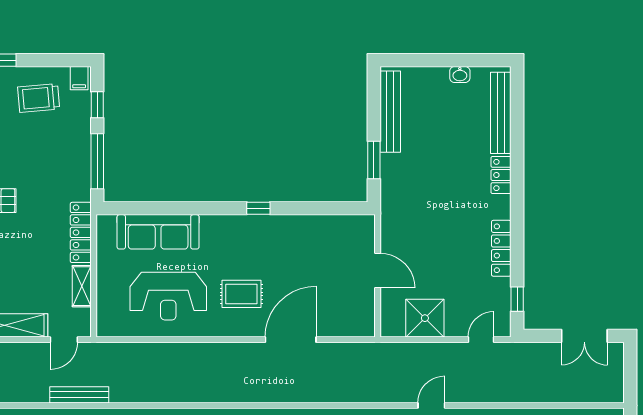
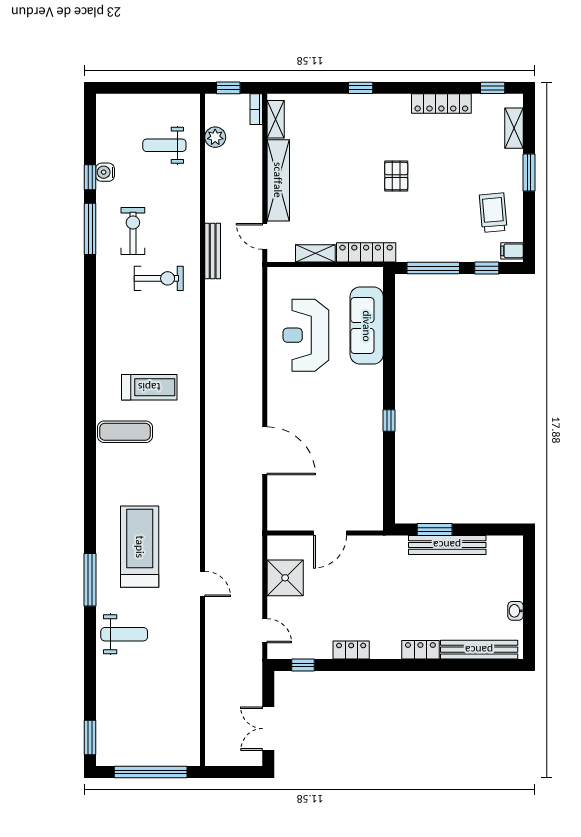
bench: (390, 112) -> (447, 545), moved
locker: (501, 248) -> (351, 650), width x0.66
rug: (241, 294) -> (308, 404), removed

